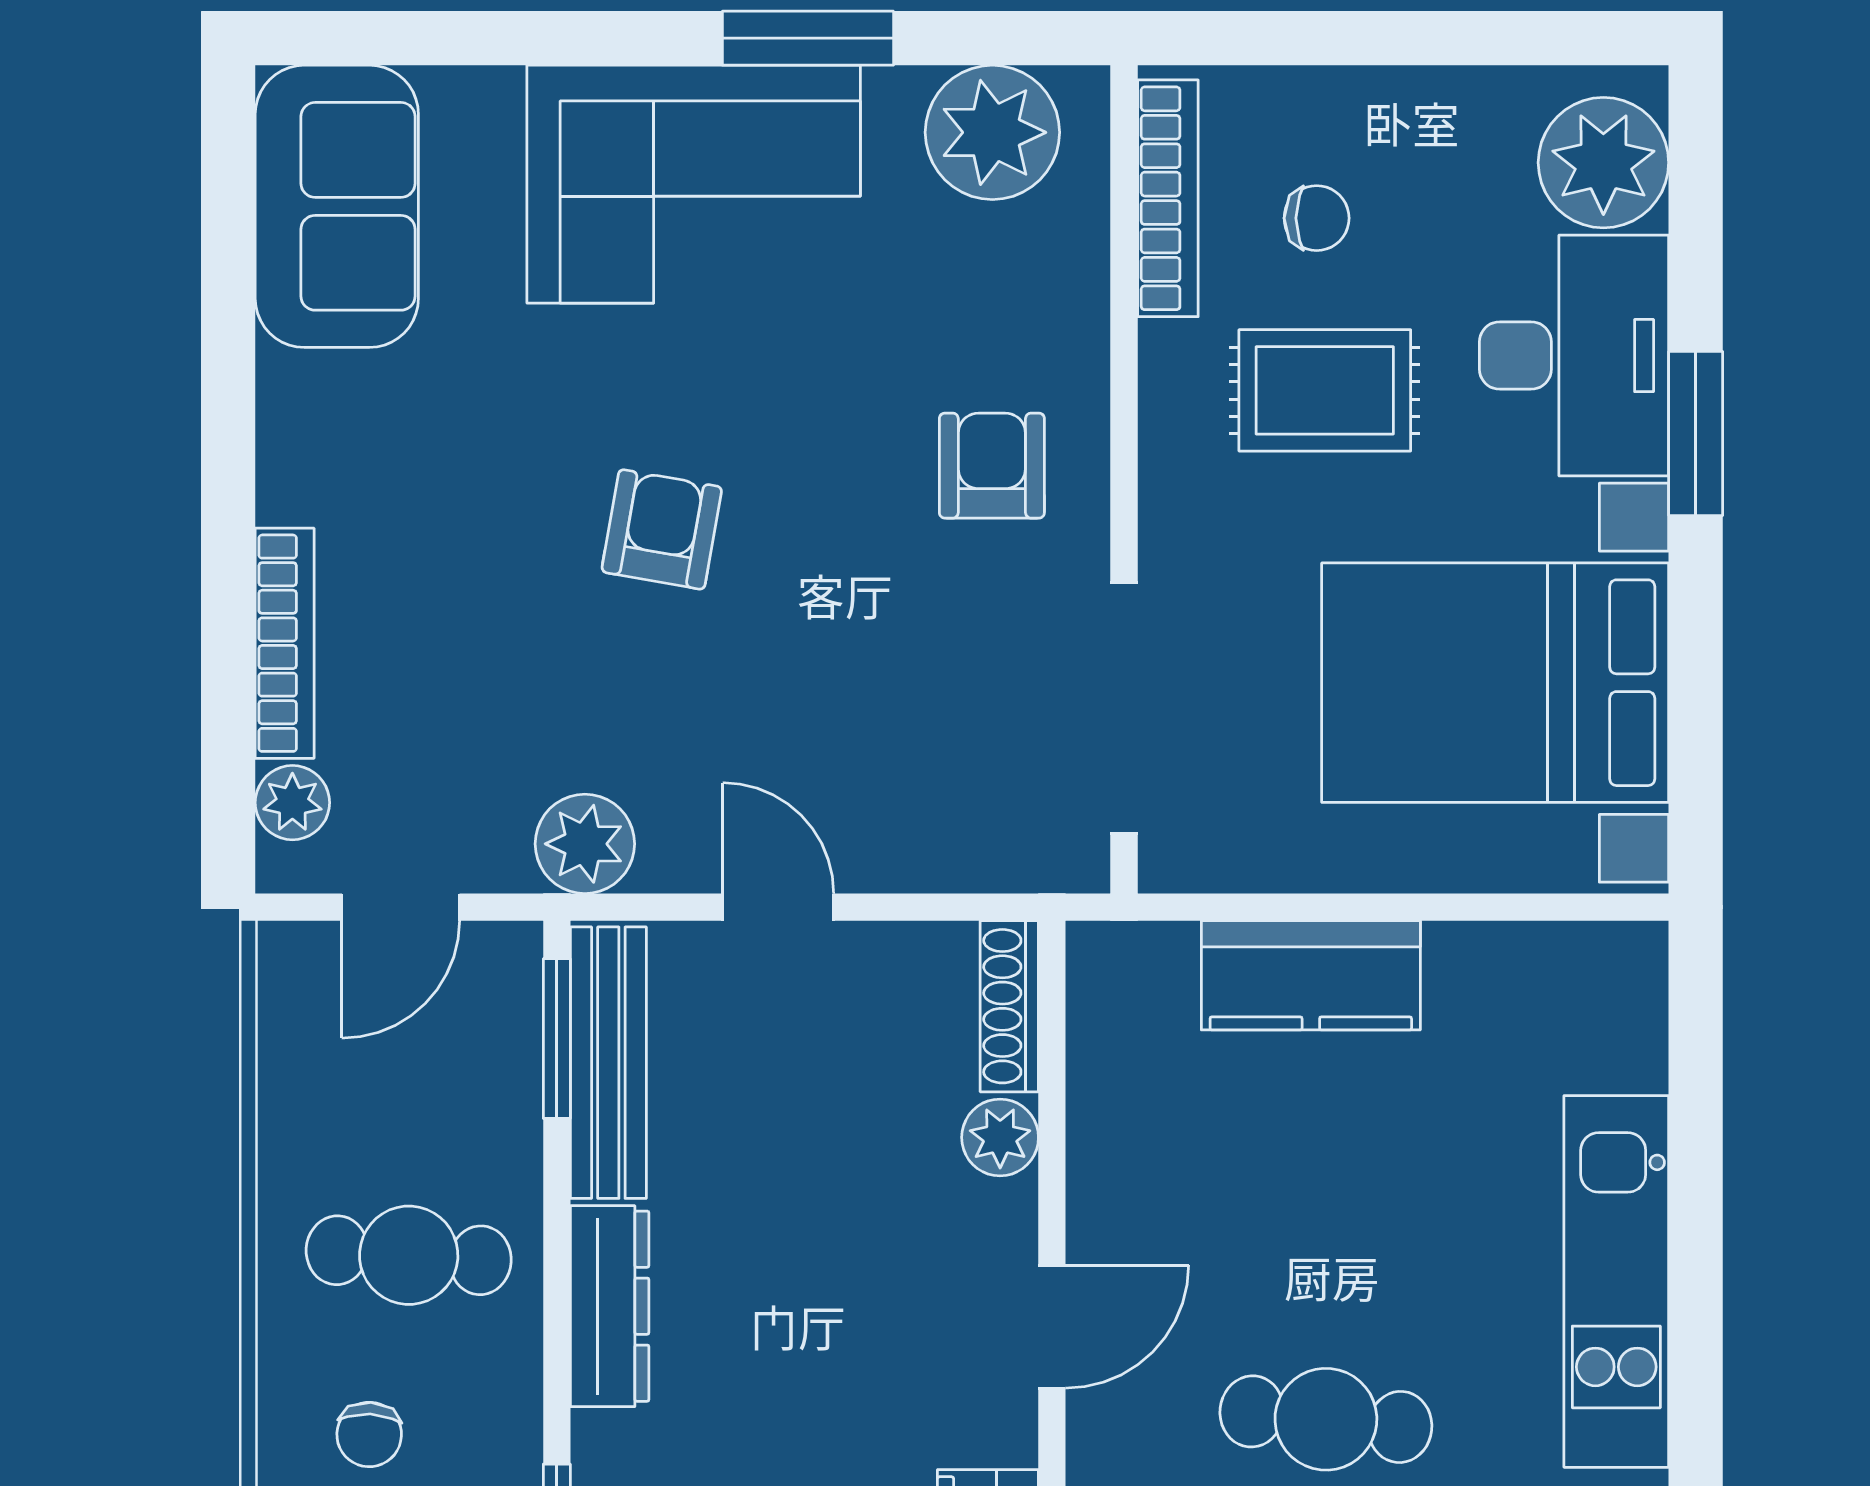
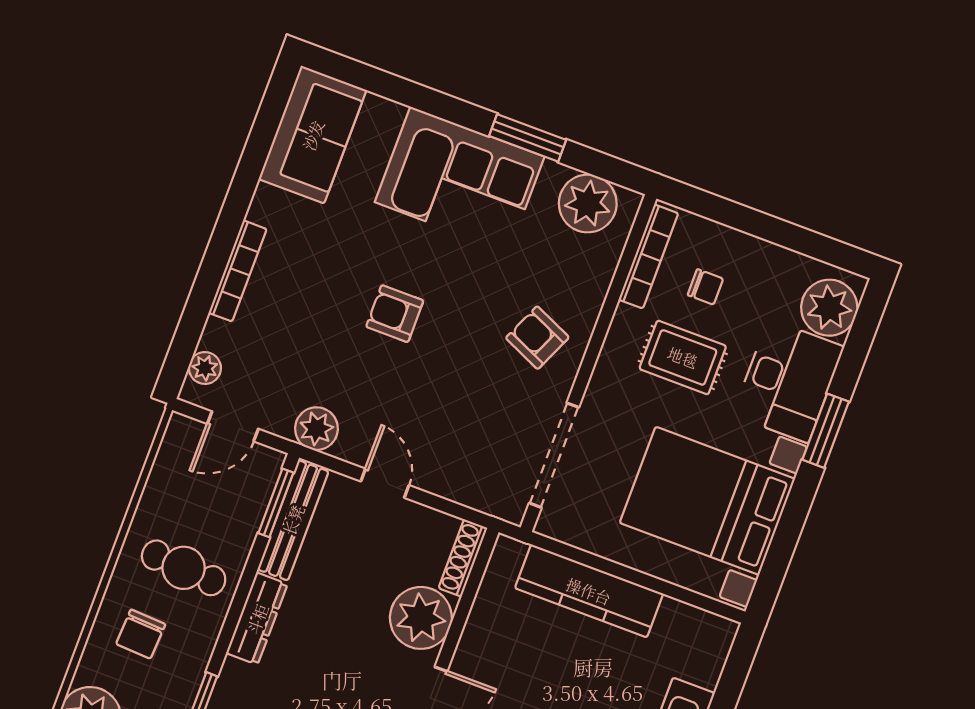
armchair: (992, 466) -> (537, 338), turned -66
armchair: (662, 529) -> (395, 314), turned -100
bookcase: (285, 643) -> (238, 271), moved
kitchen counter: (1311, 975) -> (589, 591), width x1.50
plant: (1000, 1137) -> (421, 618), width x1.87, depth x1.87
chair: (369, 1435) -> (141, 634), width x1.37, depth x1.37

